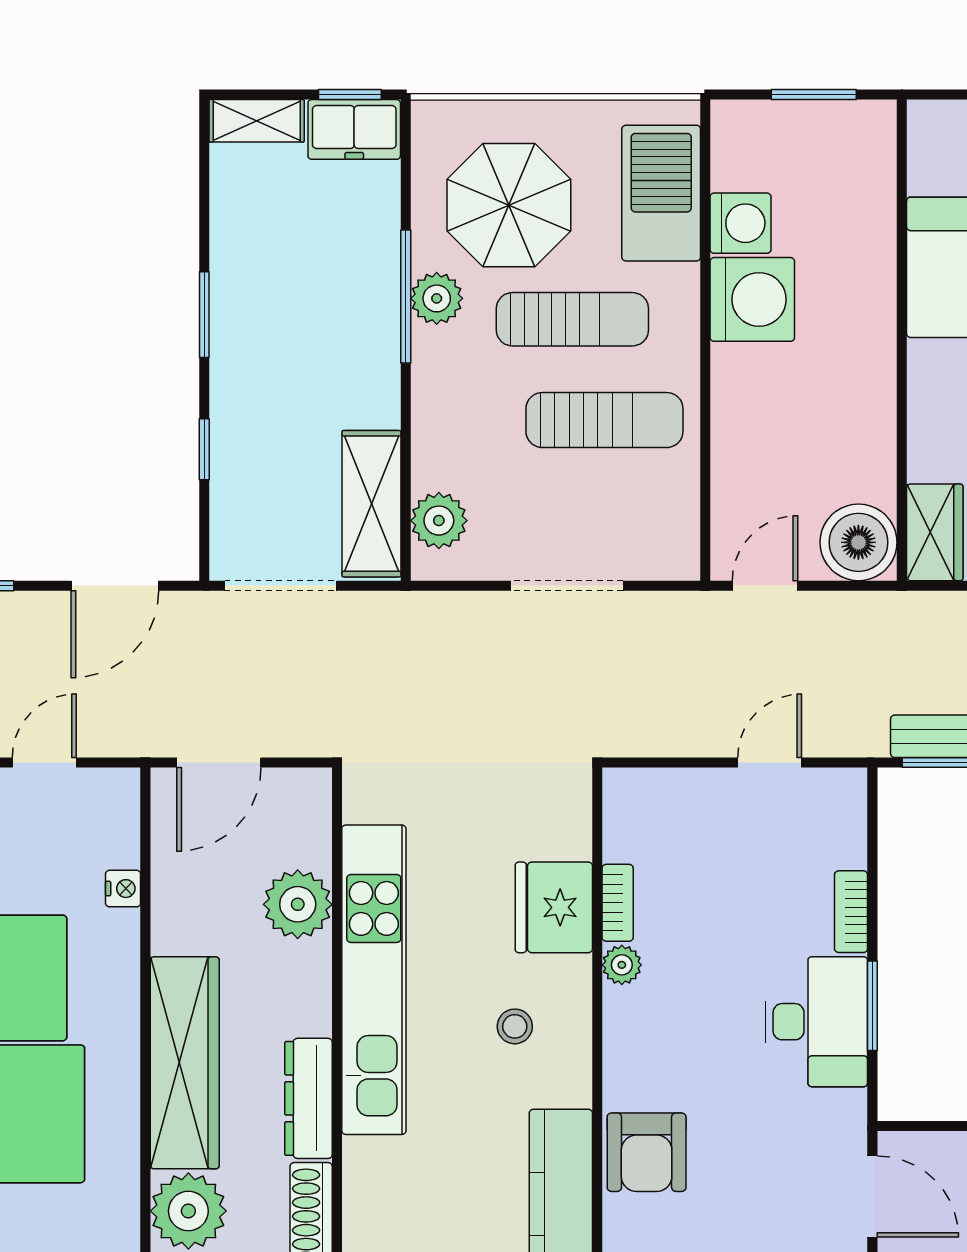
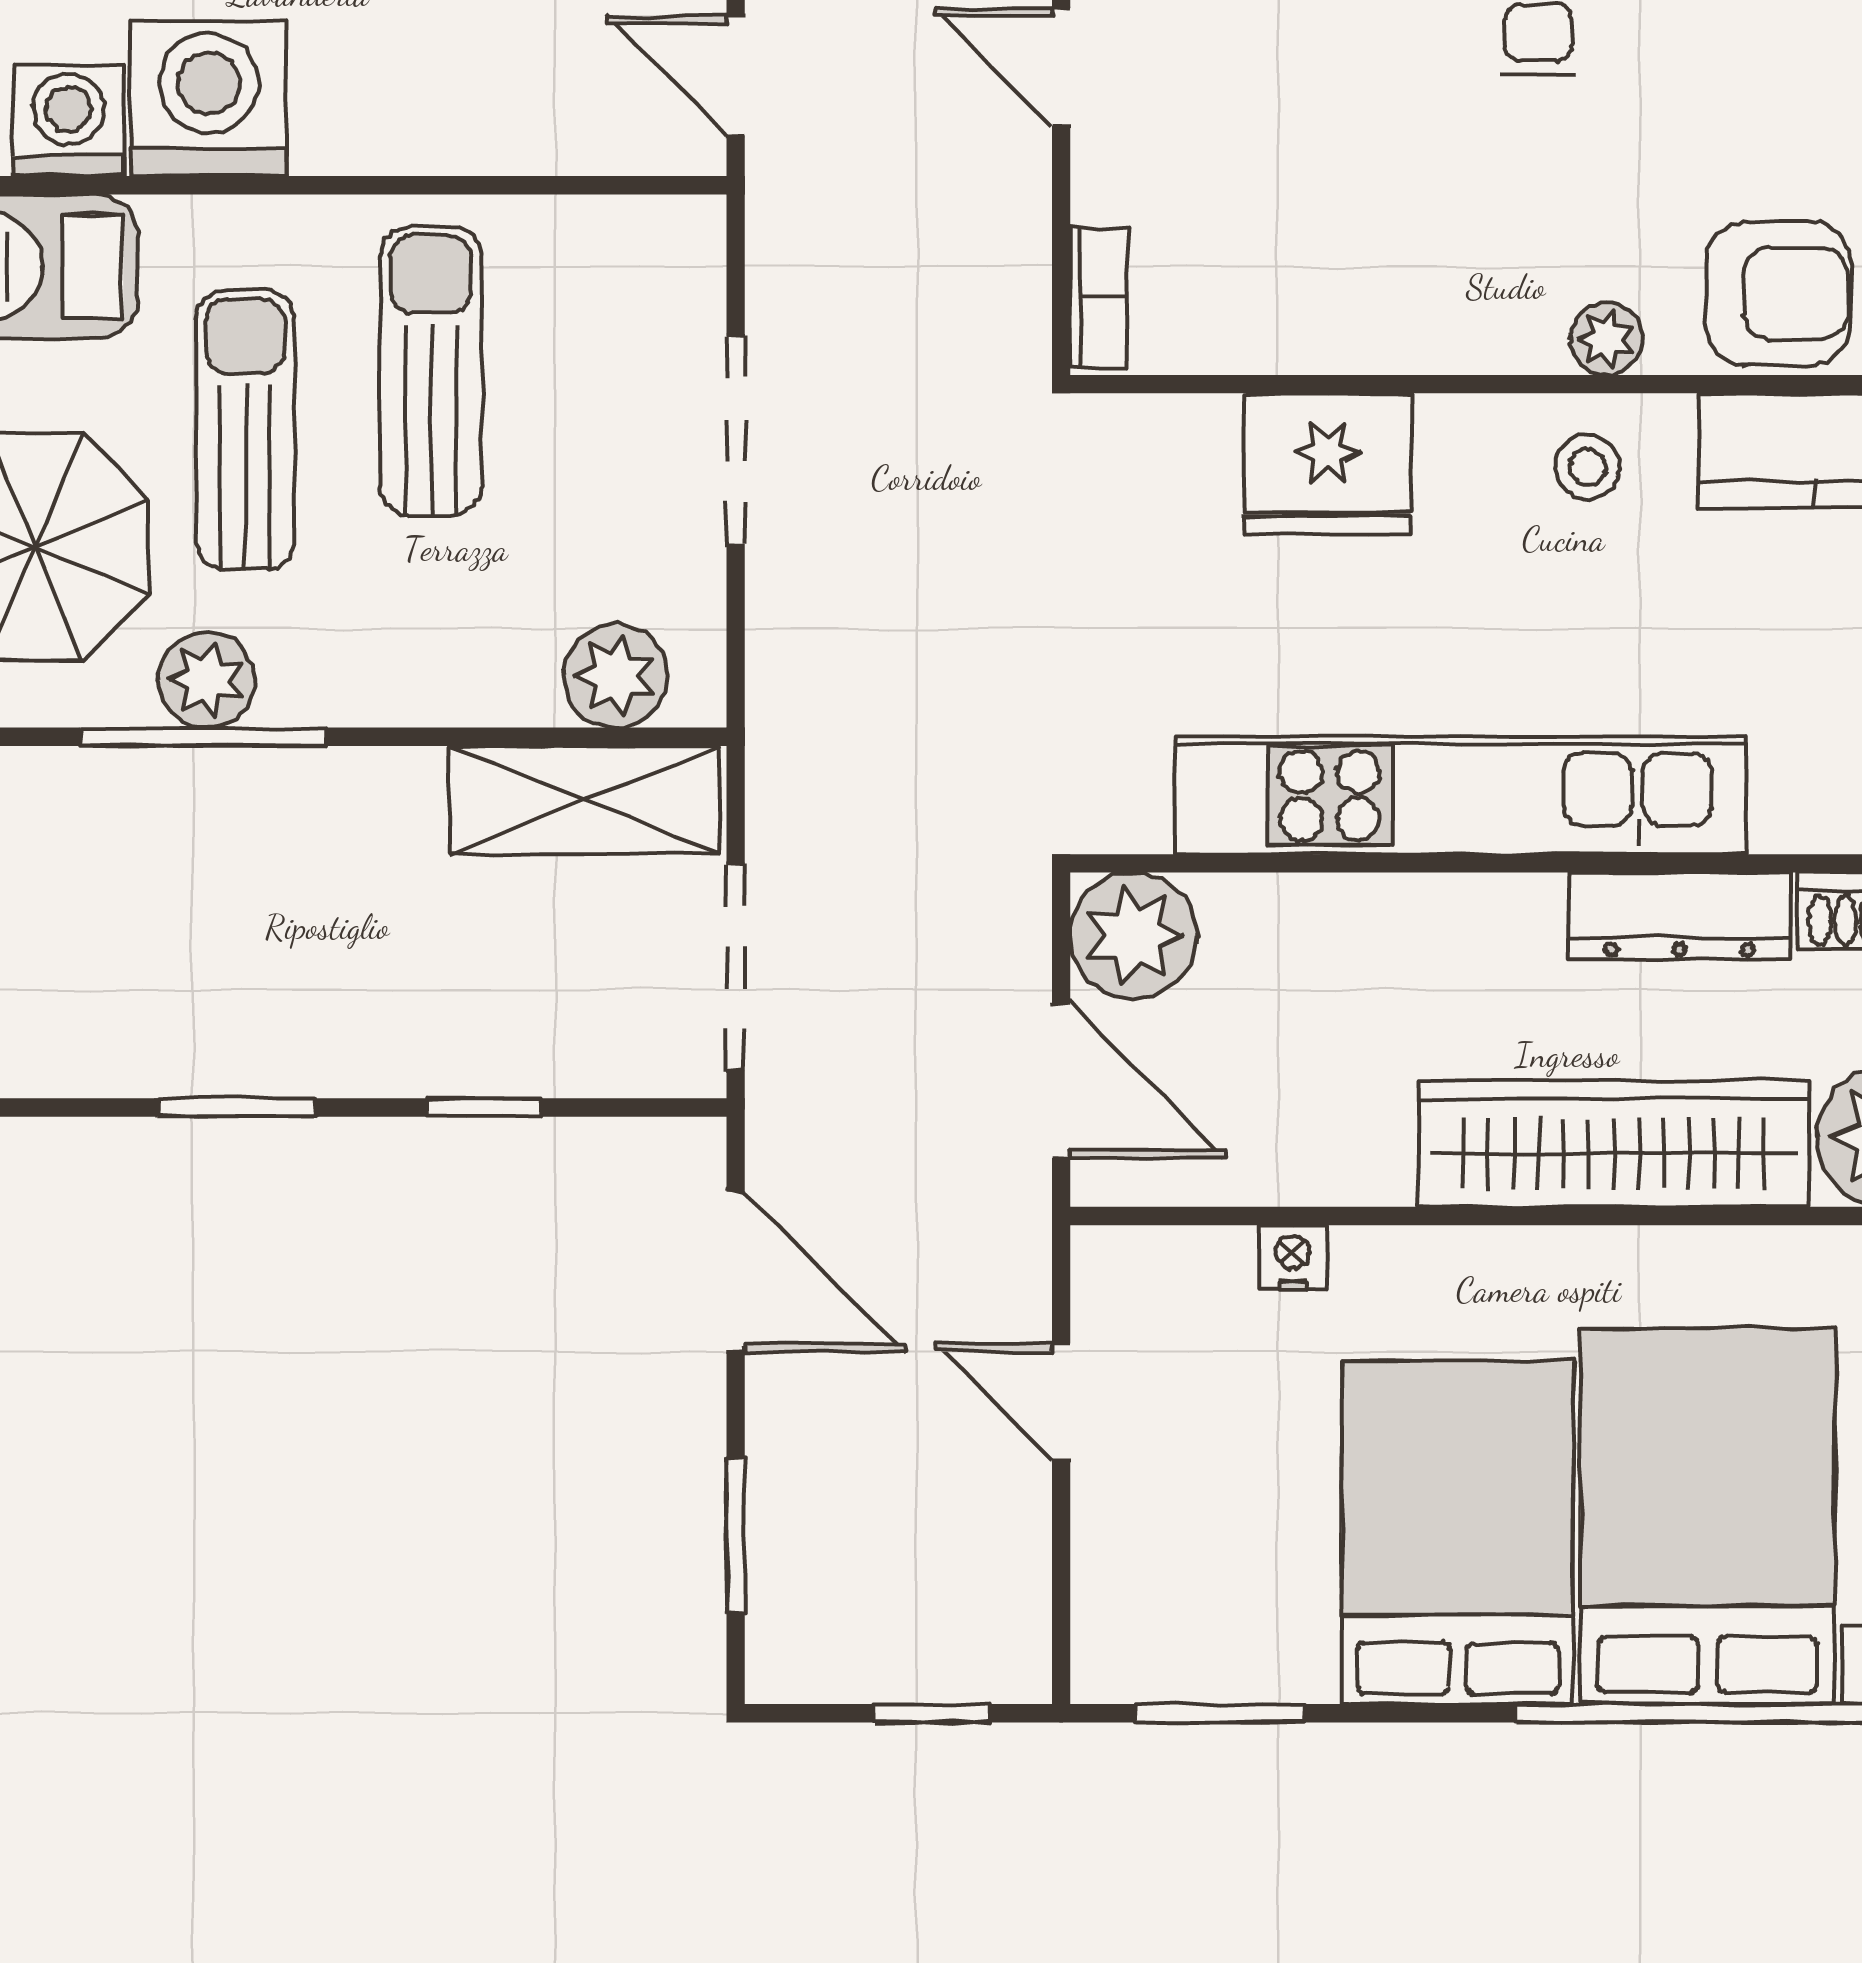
bookcase: (618, 903) -> (1099, 298), moved, turned 90
plant: (298, 904) -> (1133, 936), moved
plant: (622, 965) -> (1606, 339), moved
stool: (515, 1026) -> (1588, 467), moved

